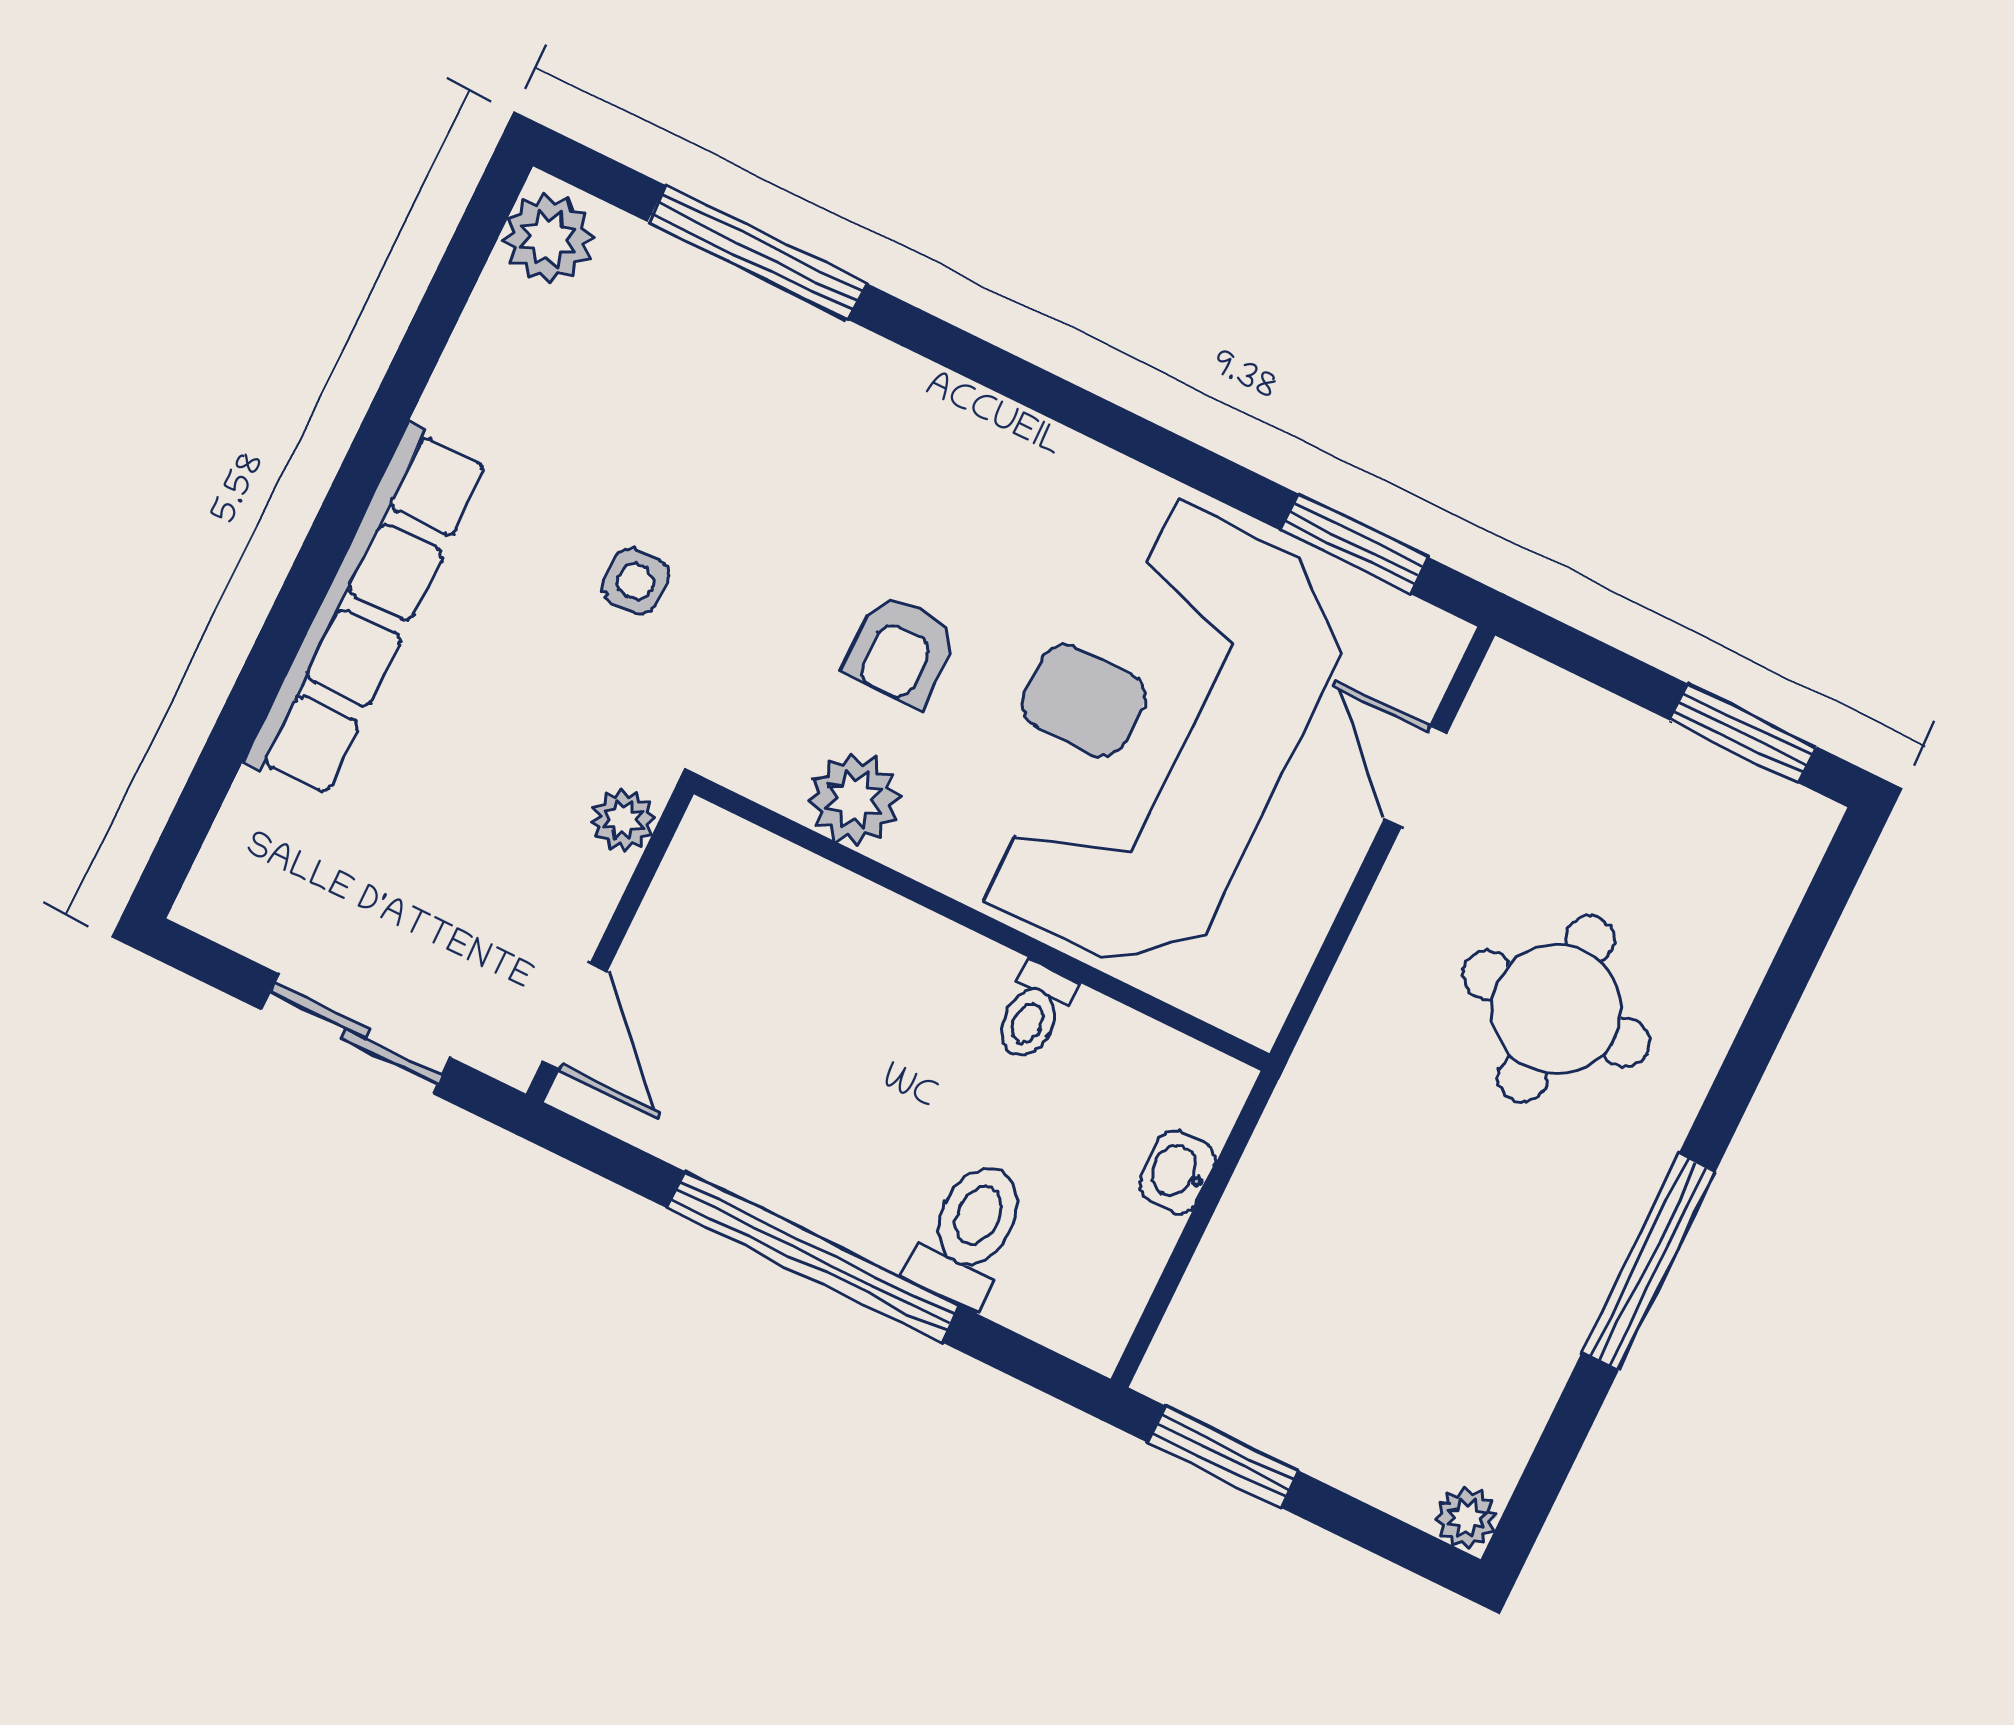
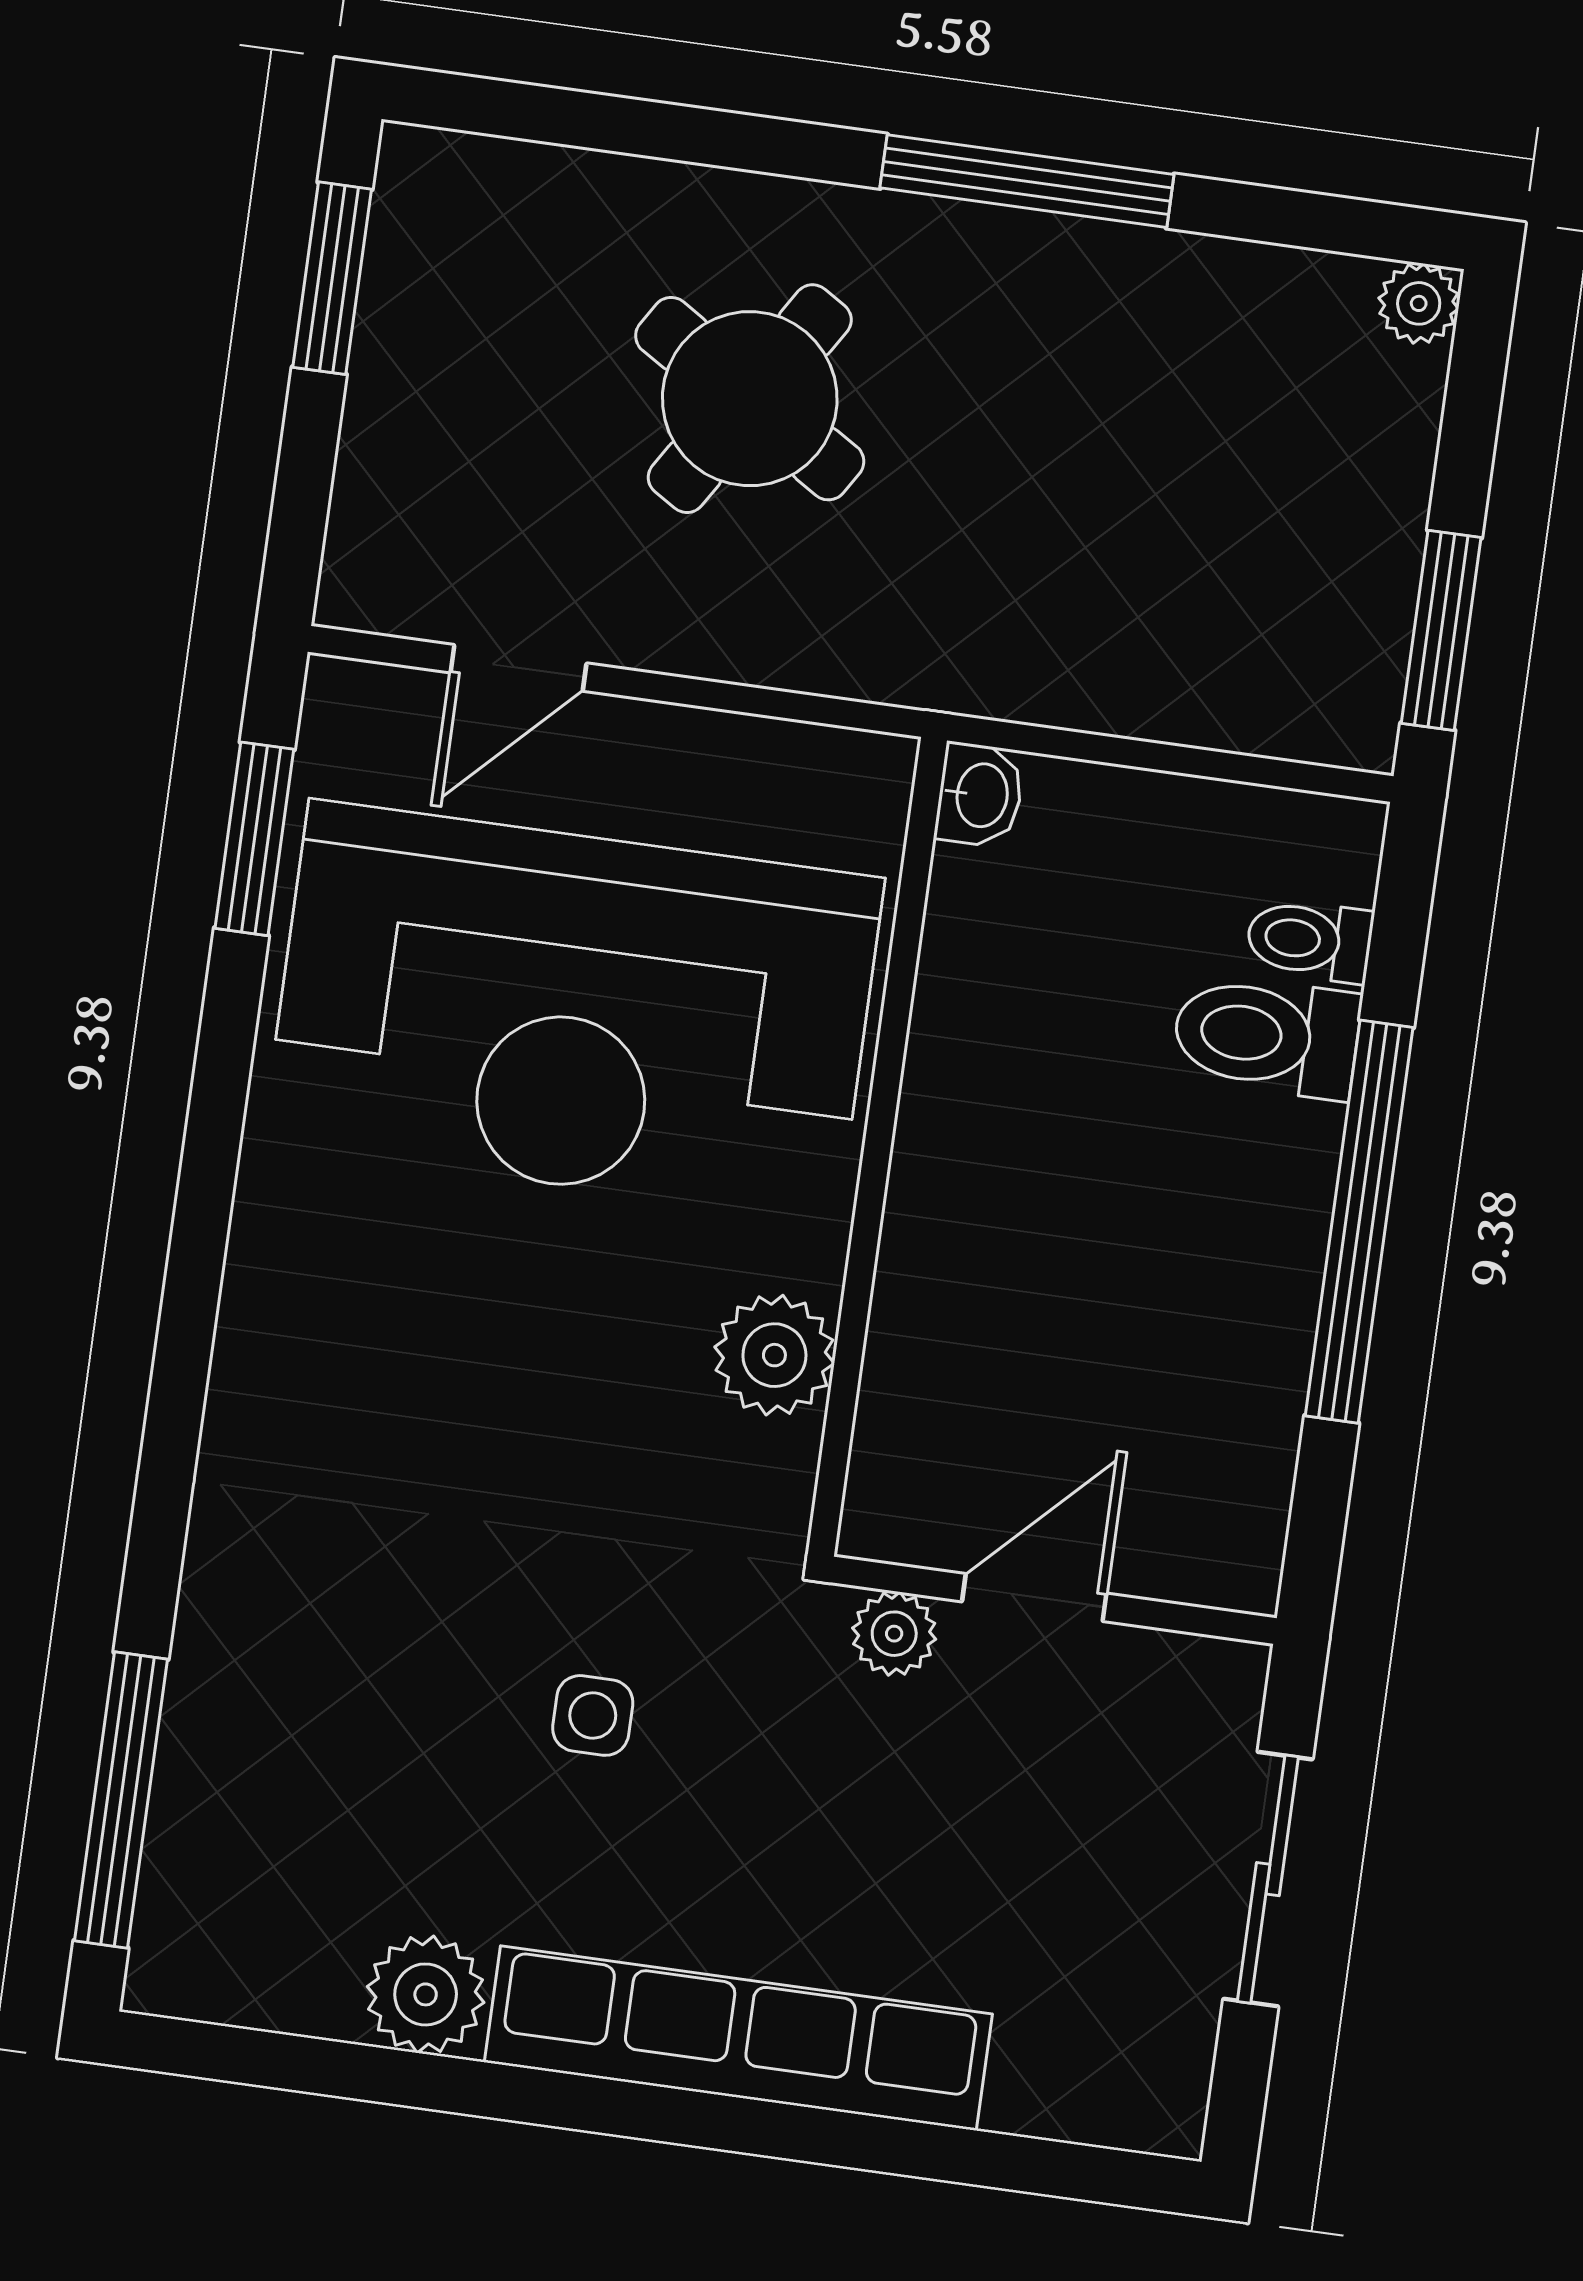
plant: (548, 238) -> (426, 1994), moved
window: (757, 252) -> (121, 1800), moved
armchair: (901, 650) -> (570, 1358), removed
round table: (1556, 1009) -> (750, 399), turned 32
toilet: (1033, 1012) -> (1310, 940), moved, turned 180
door: (574, 1017) -> (1034, 1598), moved
washbasin: (1177, 1172) -> (980, 795), moved, turned -90

